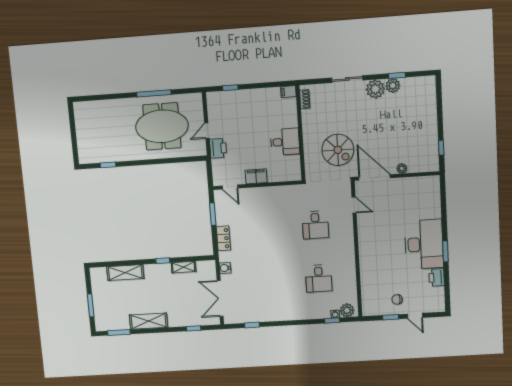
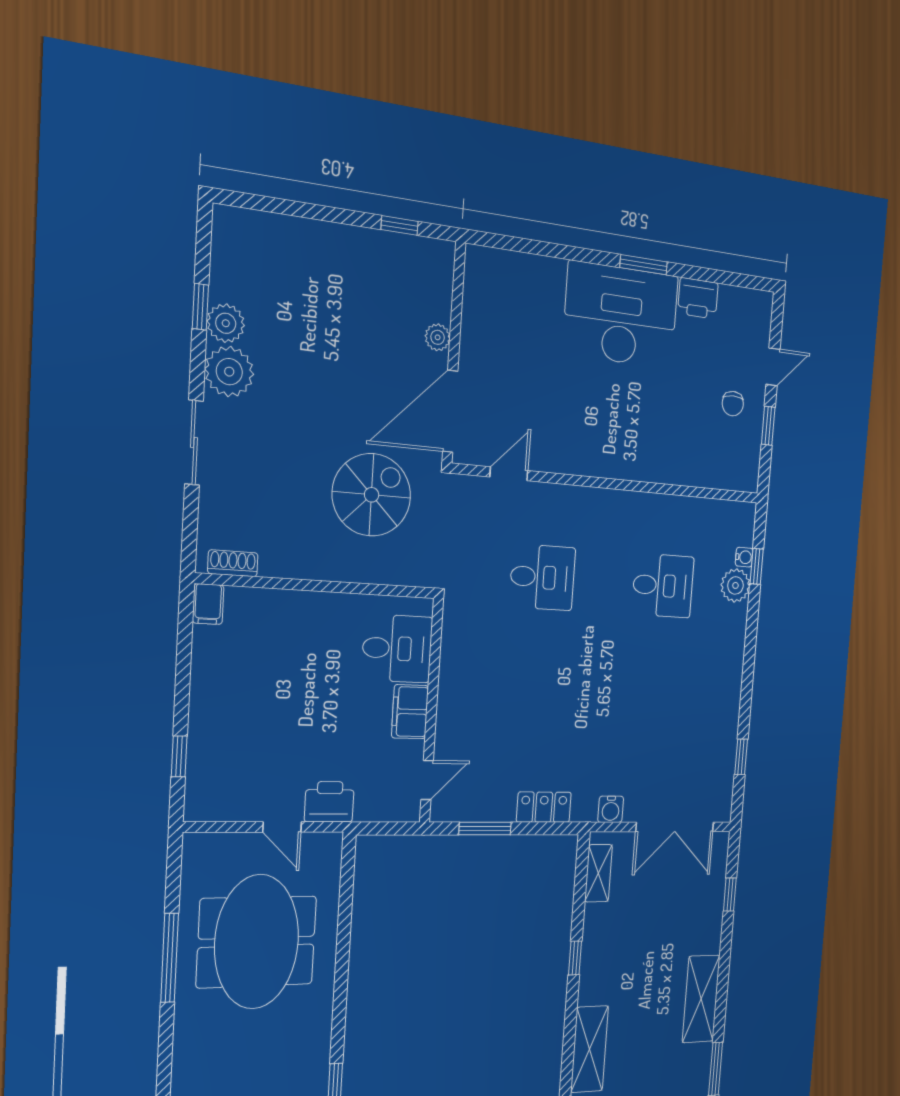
desk: (285, 142) -> (397, 649), moved, turned 90
shelving: (184, 267) -> (598, 873), moved
plant: (347, 310) -> (735, 585), moved

